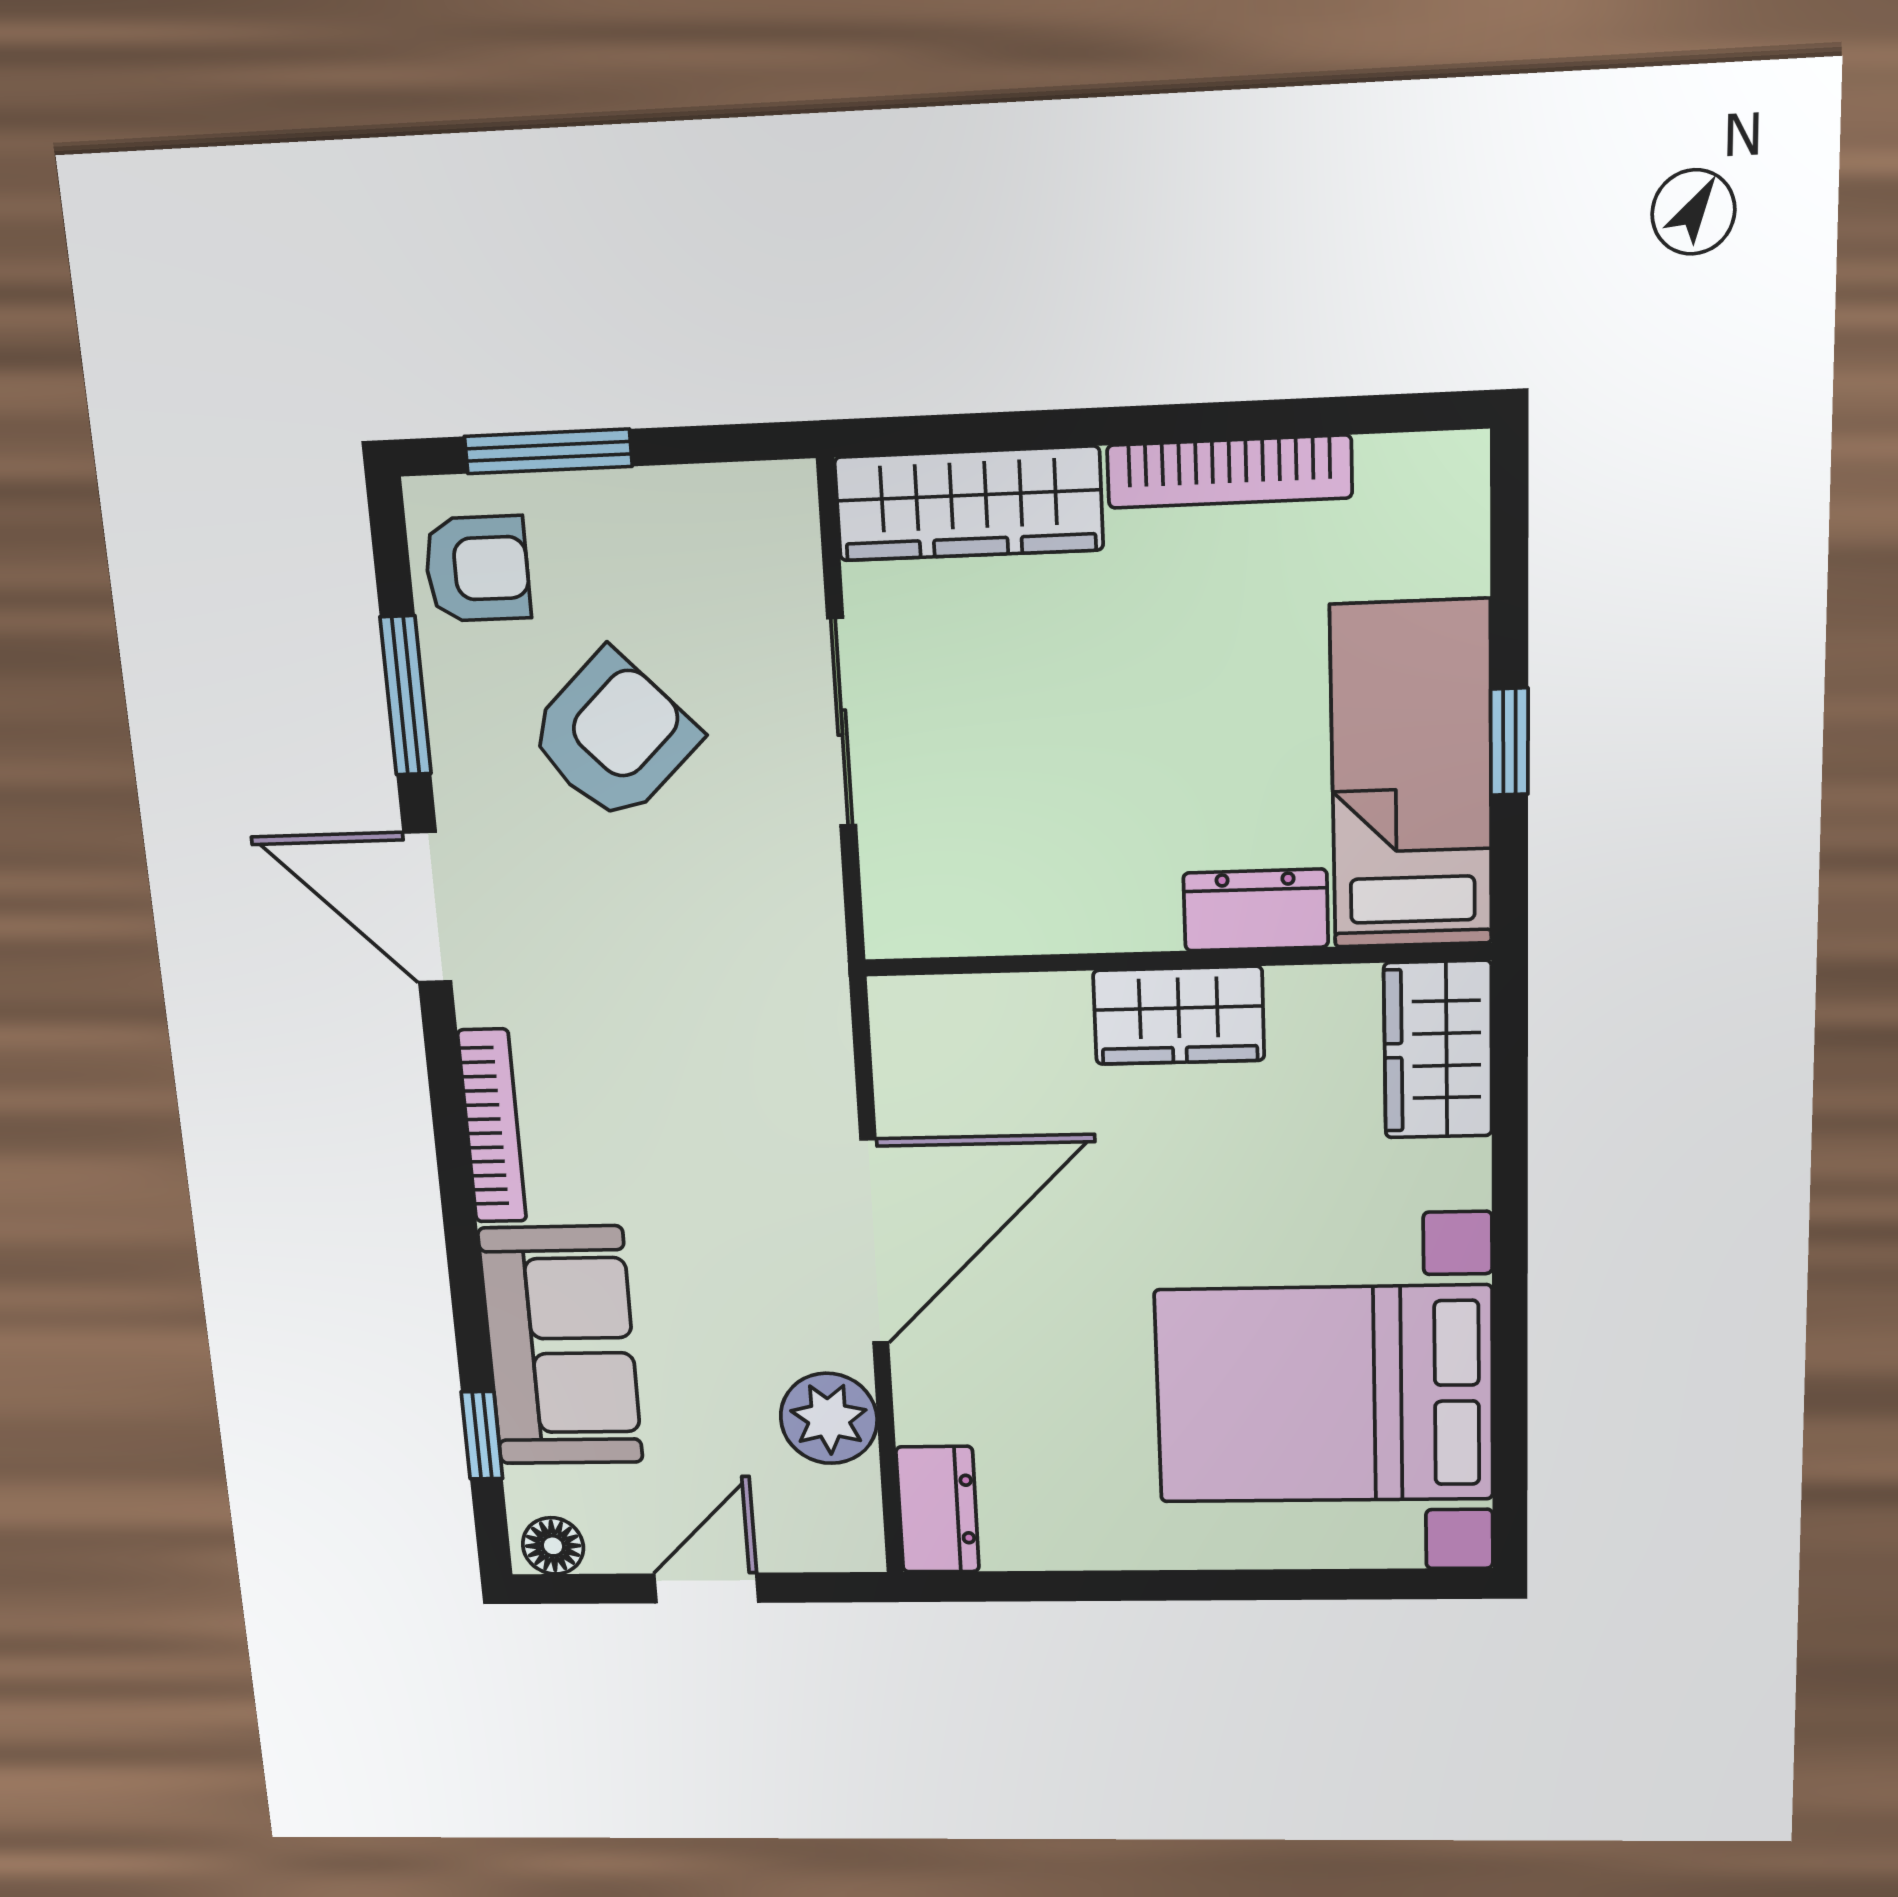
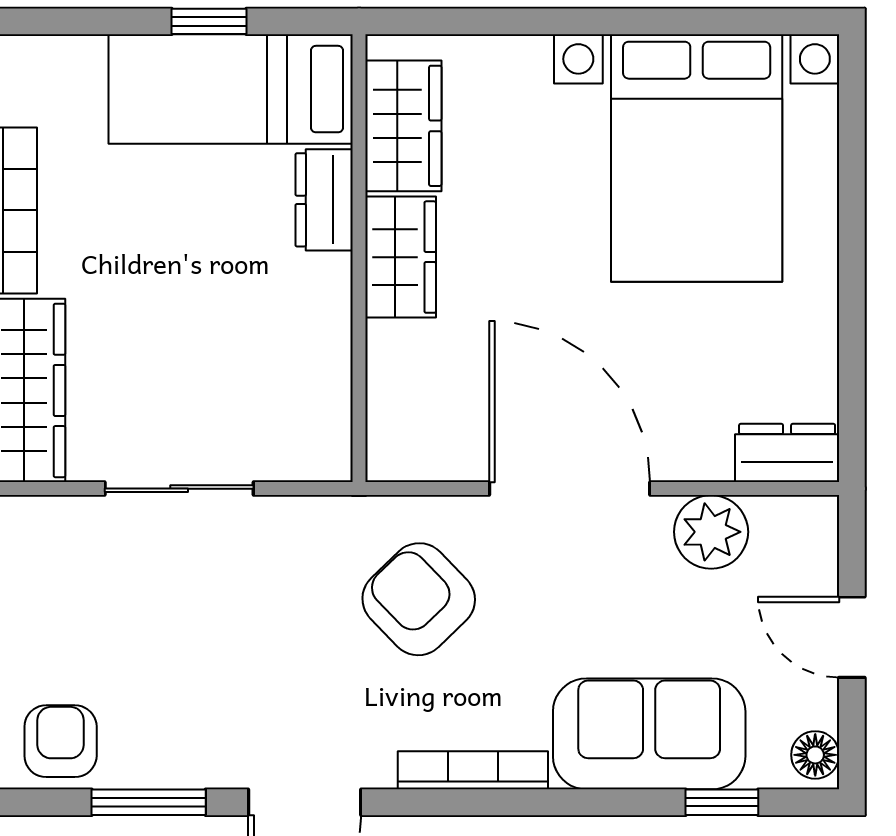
armchair: (613, 737) -> (419, 599), moved
wardrobe: (1438, 1050) -> (403, 126), moved, turned -90

